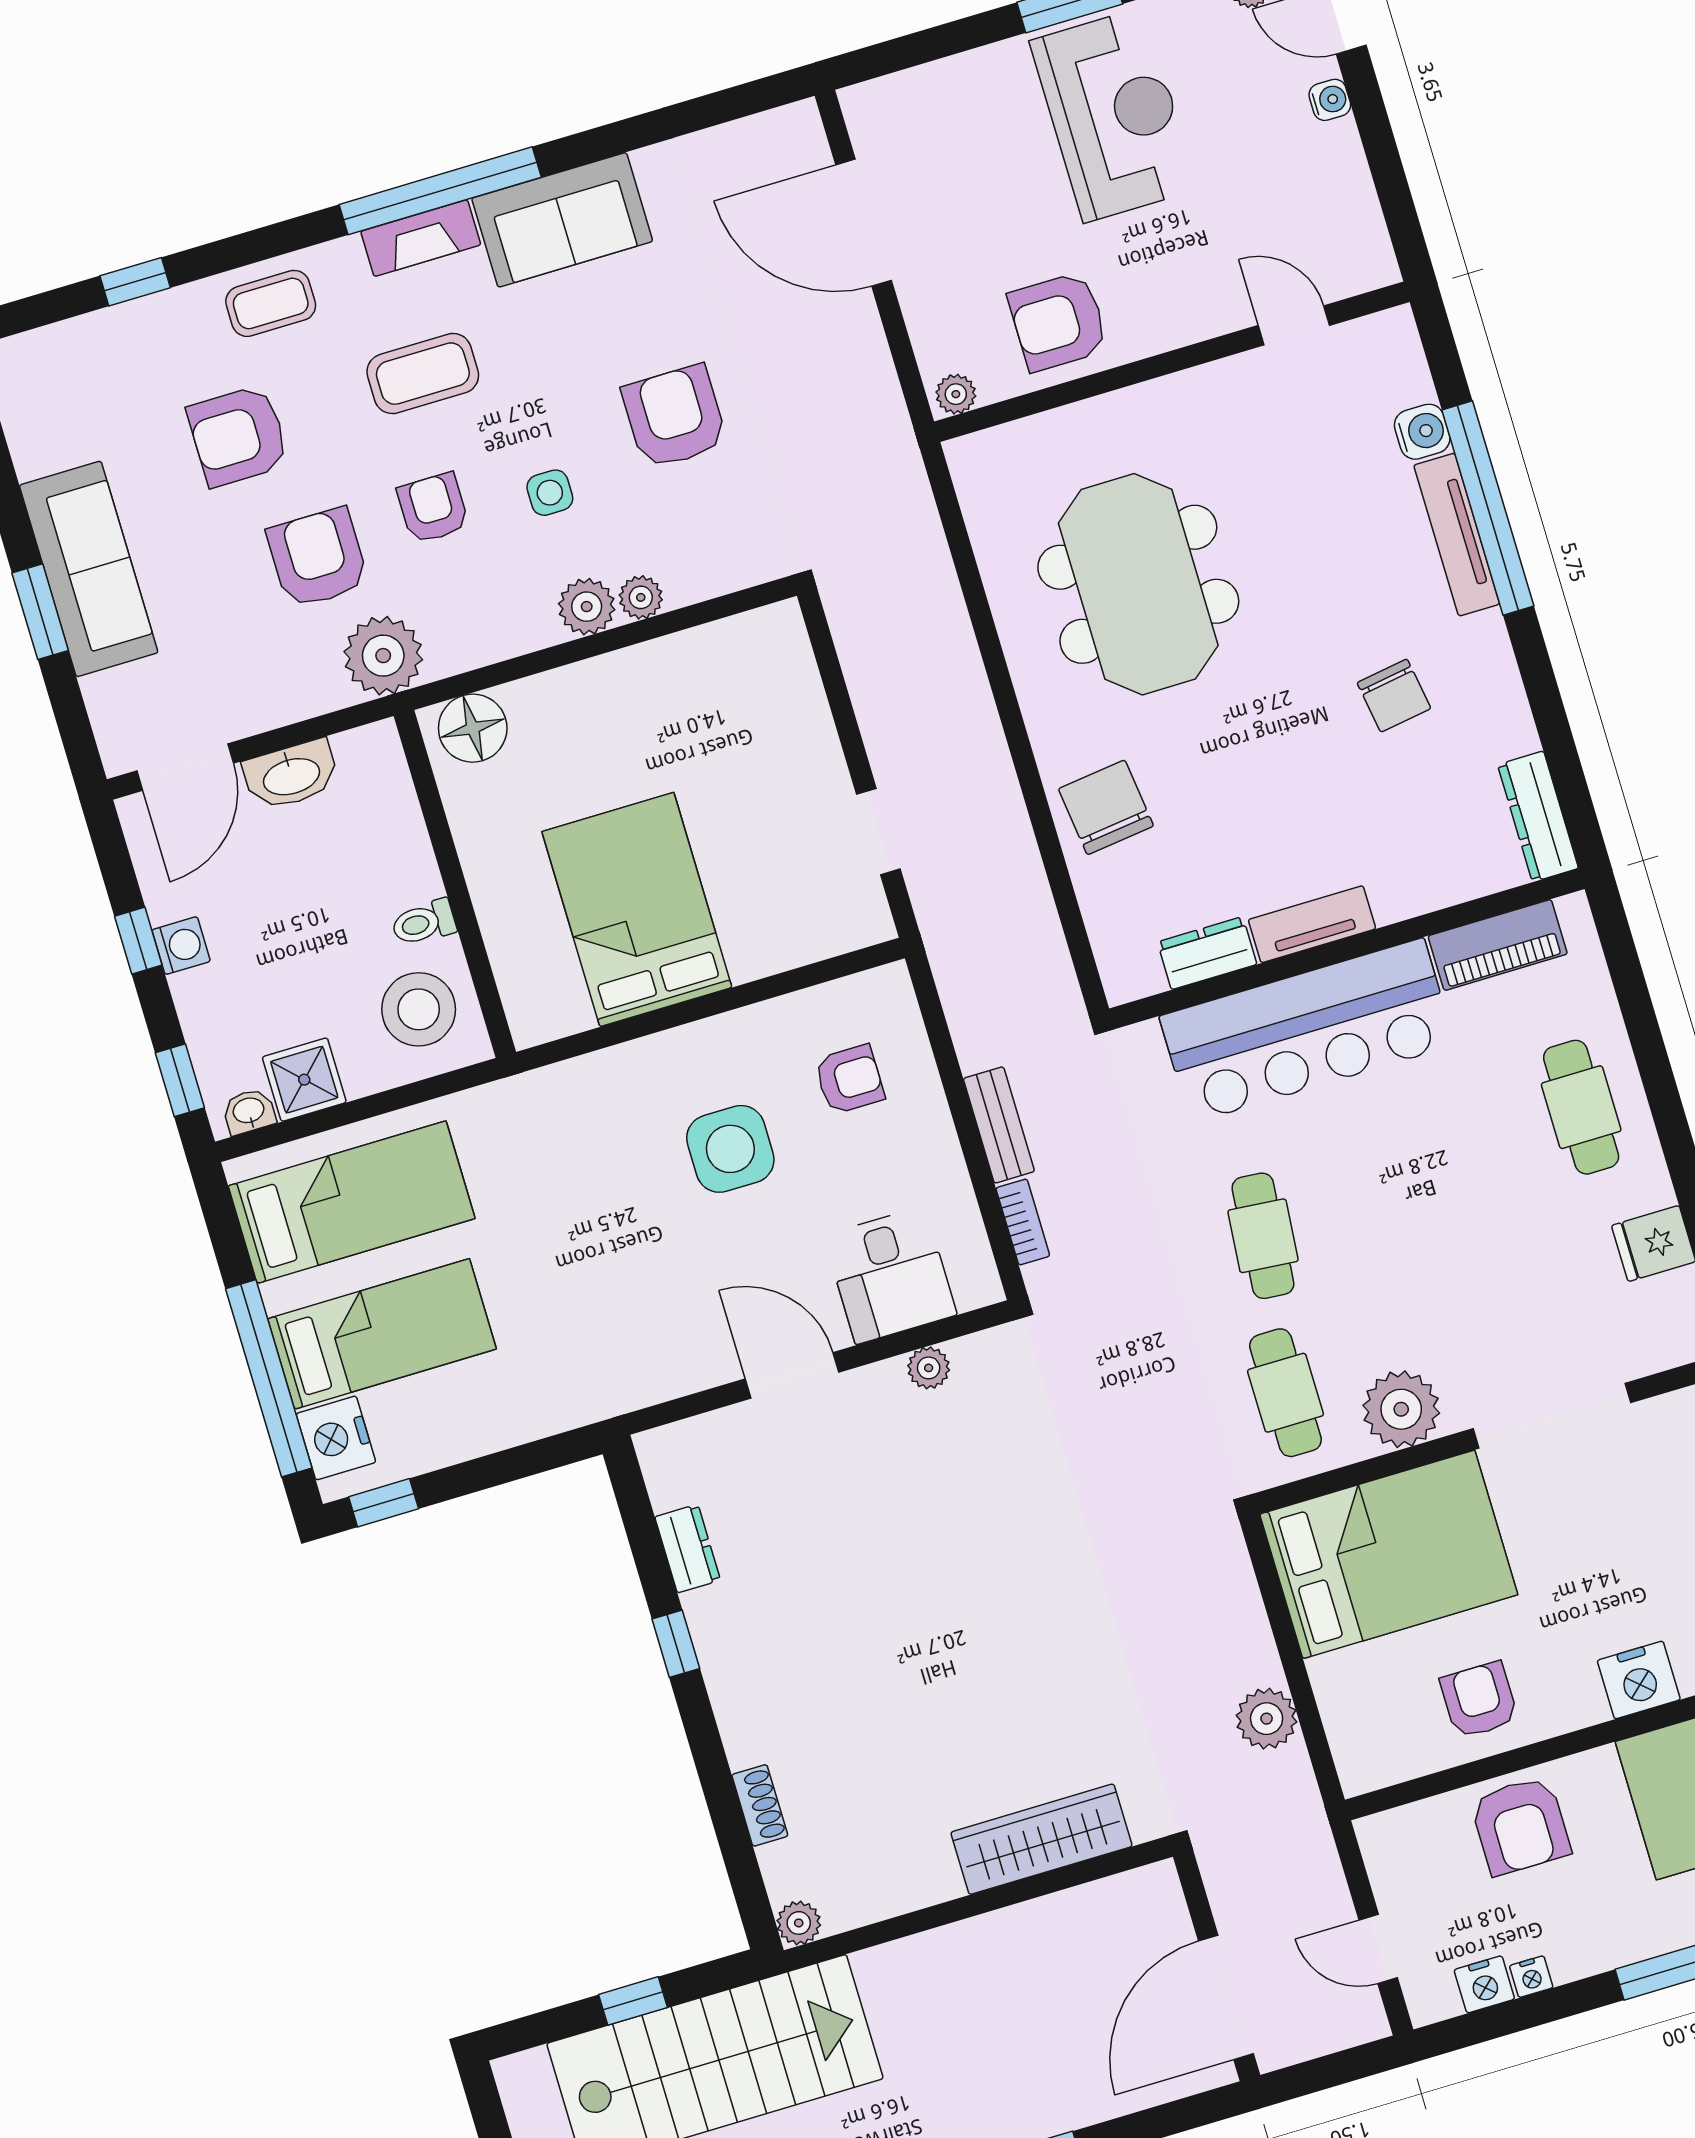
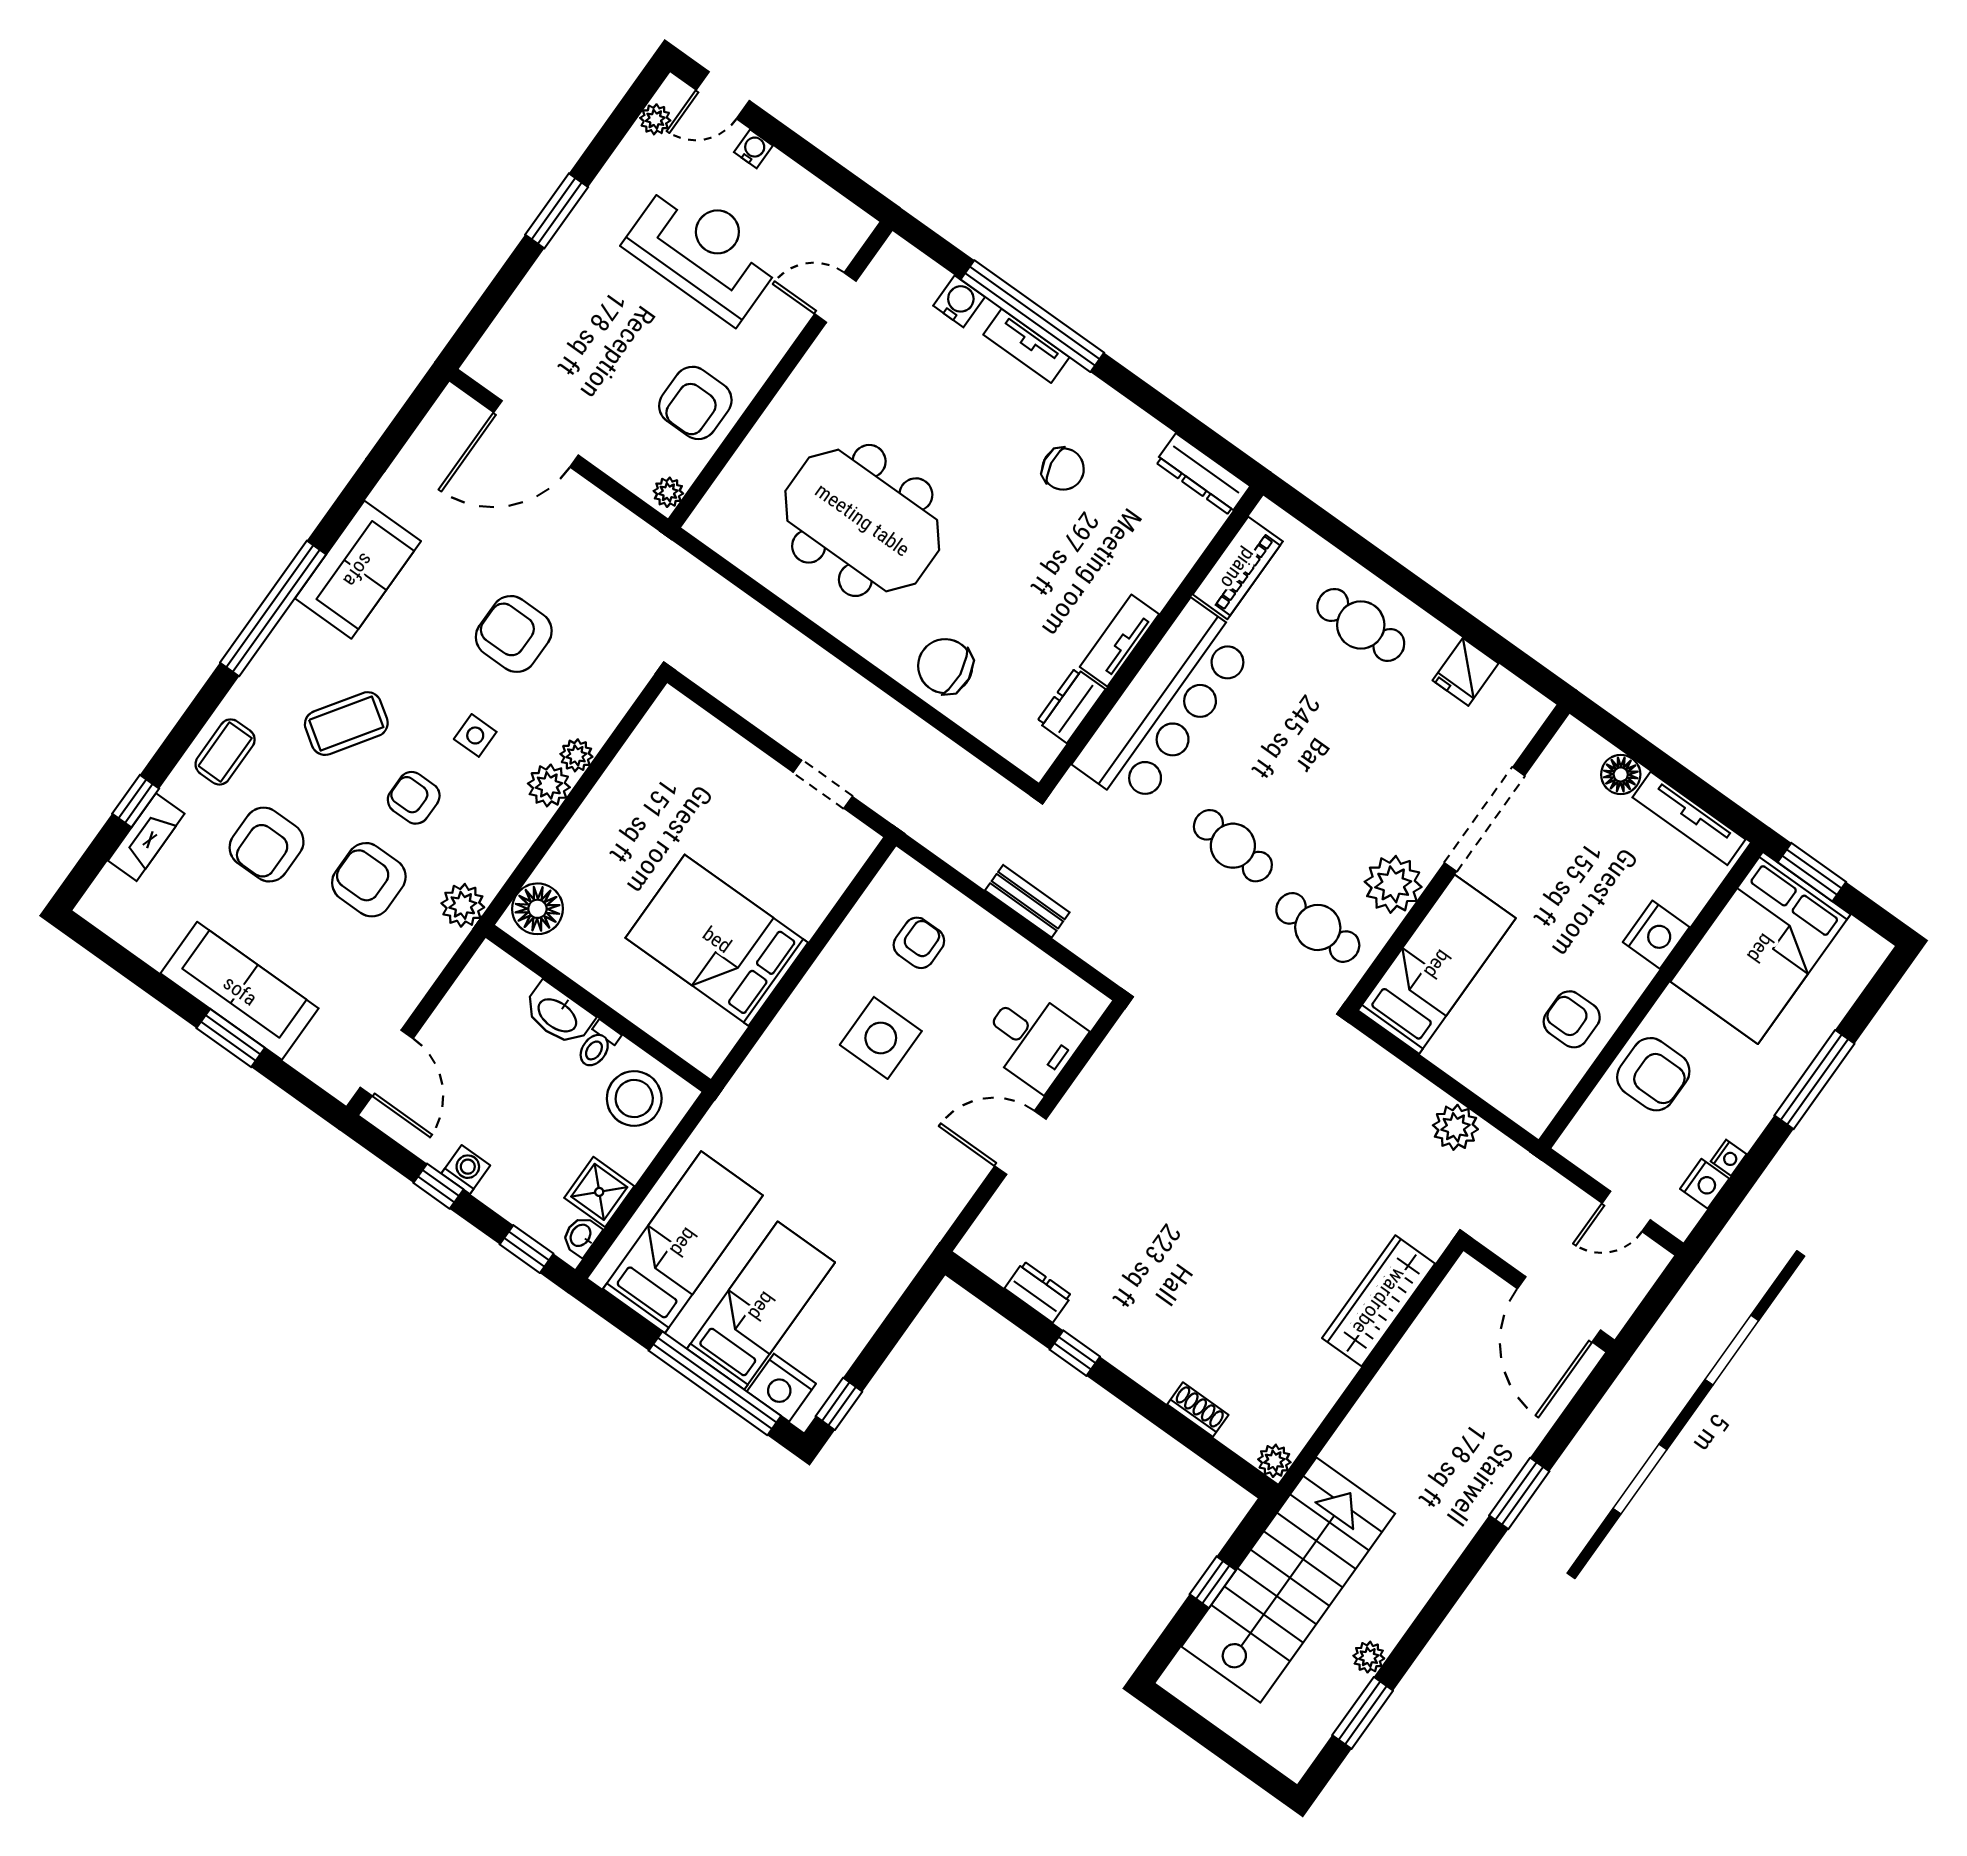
reception desk: (1114, 115) -> (704, 251), moved
fireplace: (421, 238) -> (146, 837), moved
coffee table: (423, 374) -> (346, 724), turned 34
tv unit: (1457, 535) -> (1026, 346), width x0.71
plant: (383, 656) -> (463, 905), width x0.73, depth x0.73
washbasin: (291, 775) -> (558, 1014), moved, turned 90
bookcase: (1023, 1222) -> (1086, 947), removed
plant: (929, 1368) -> (1097, 1076), removed
bed: (1389, 1554) -> (1437, 964), width x0.67

